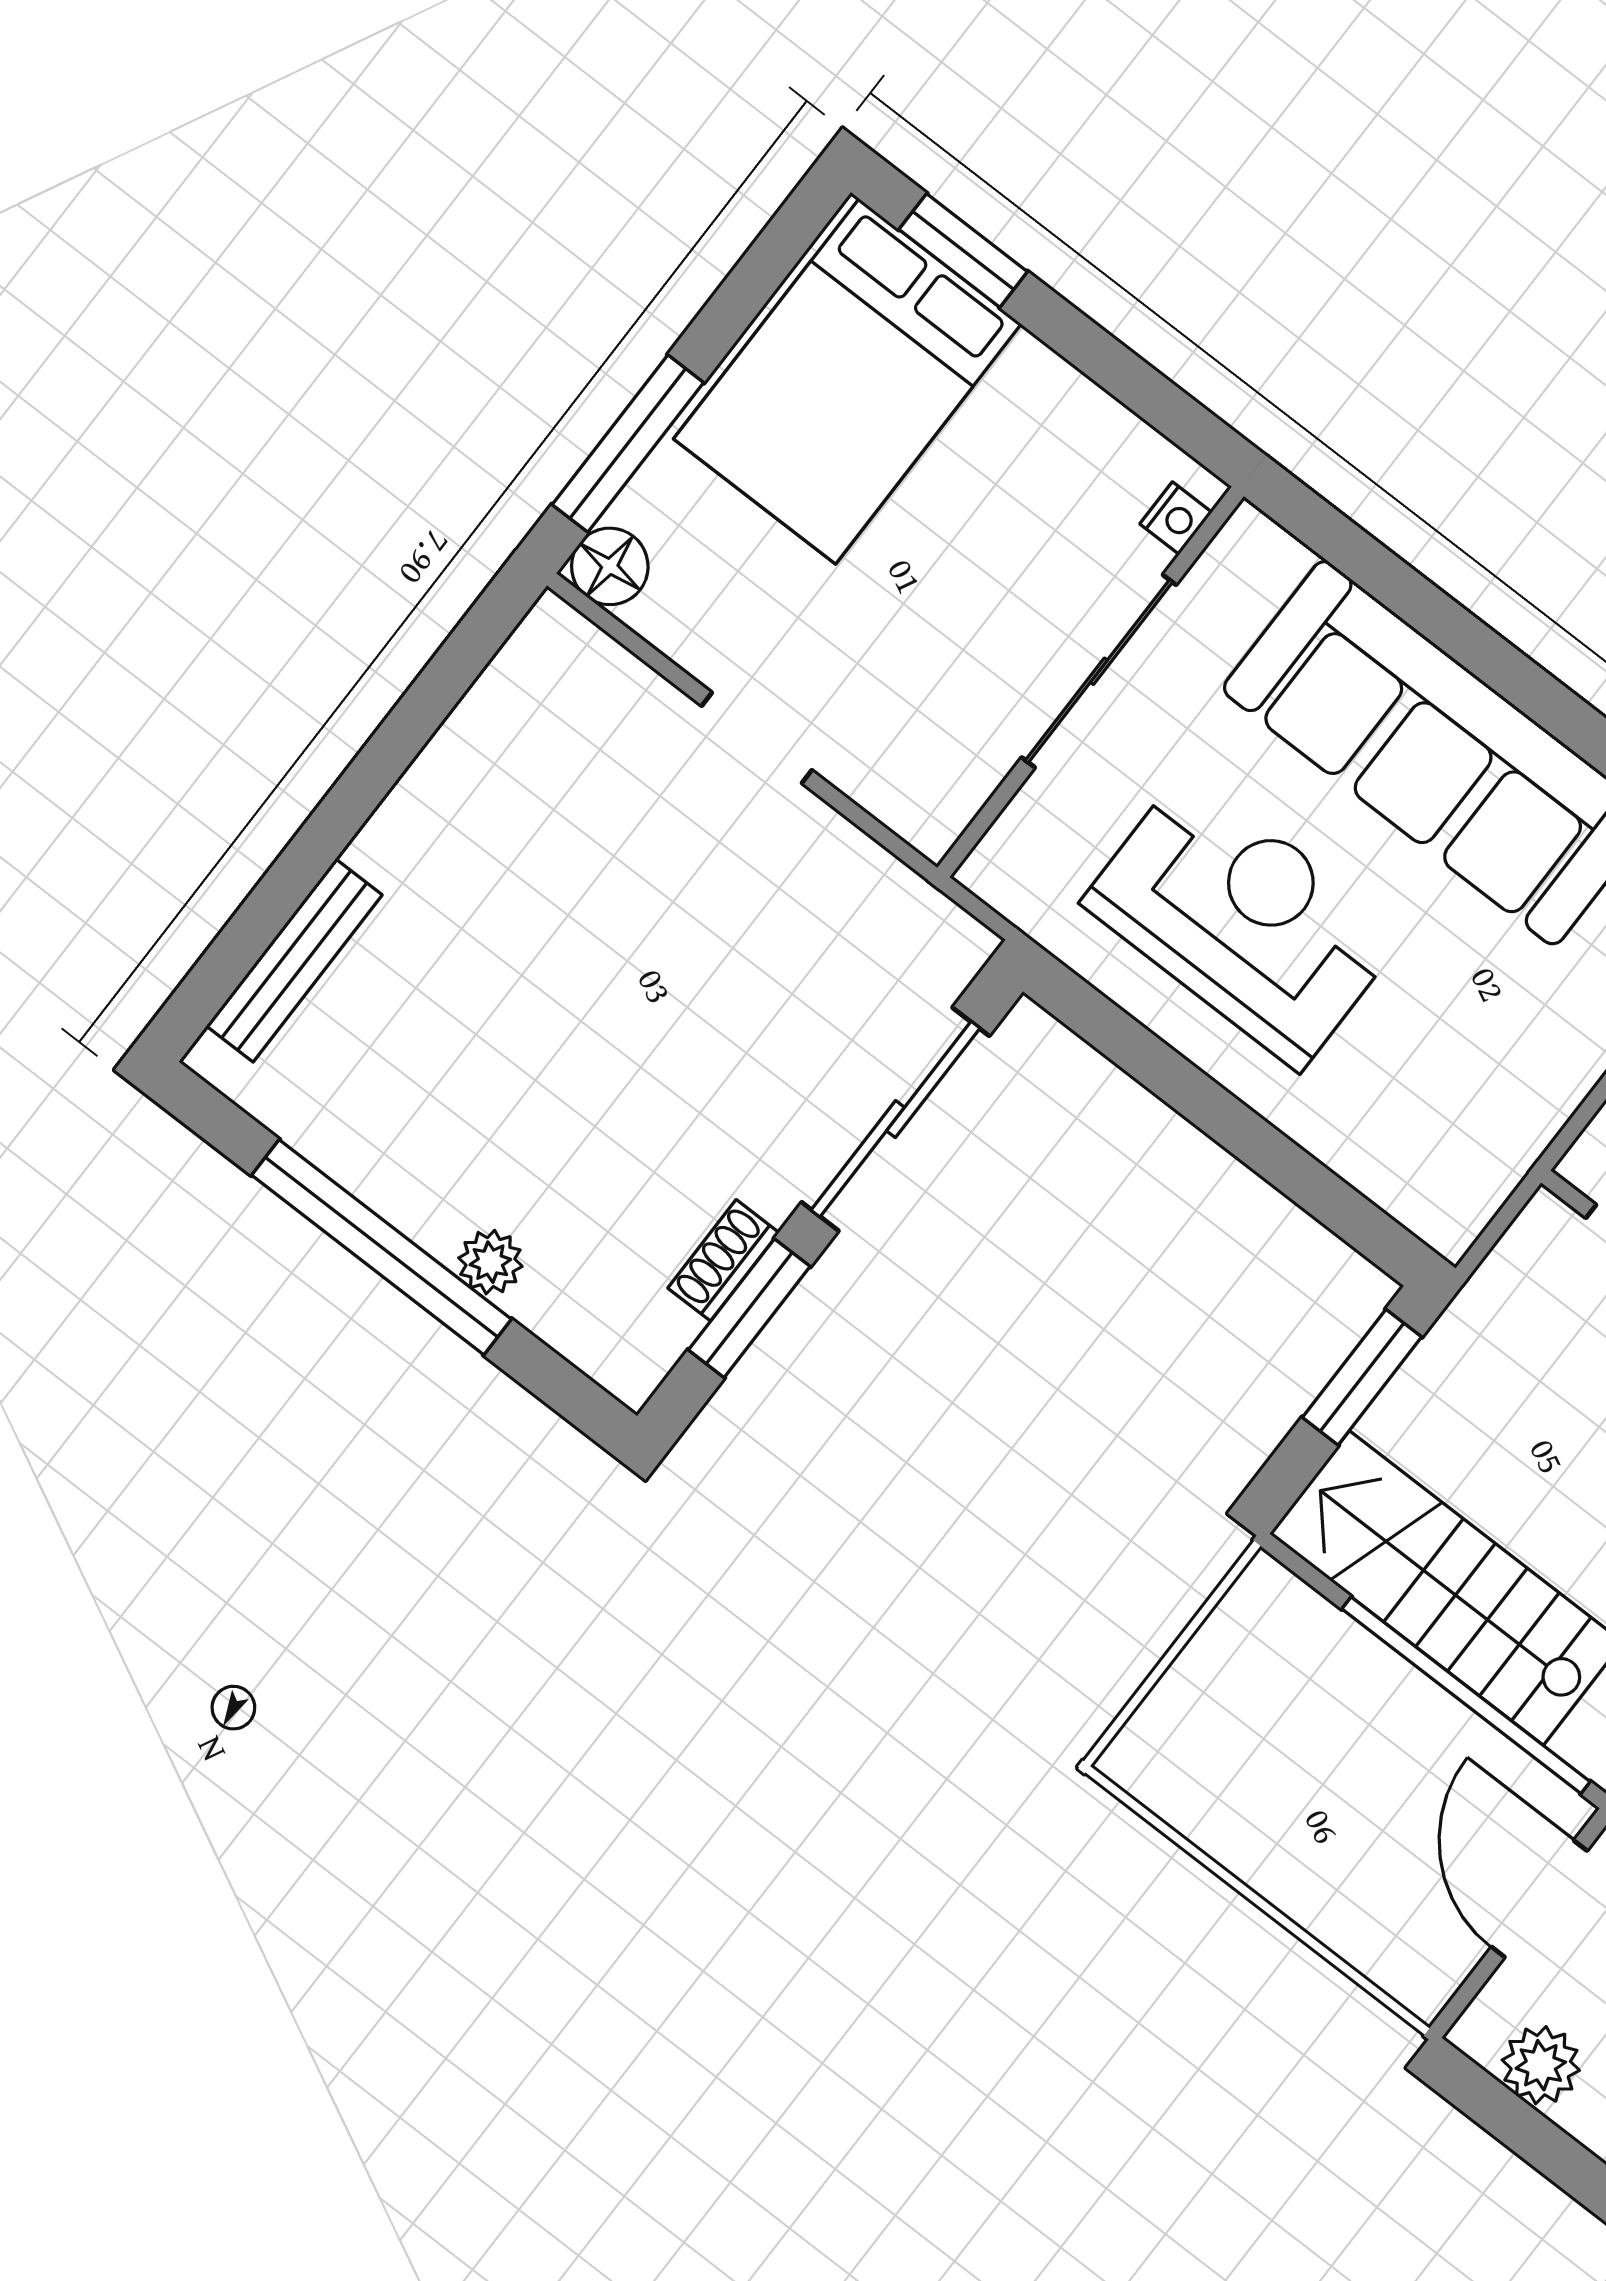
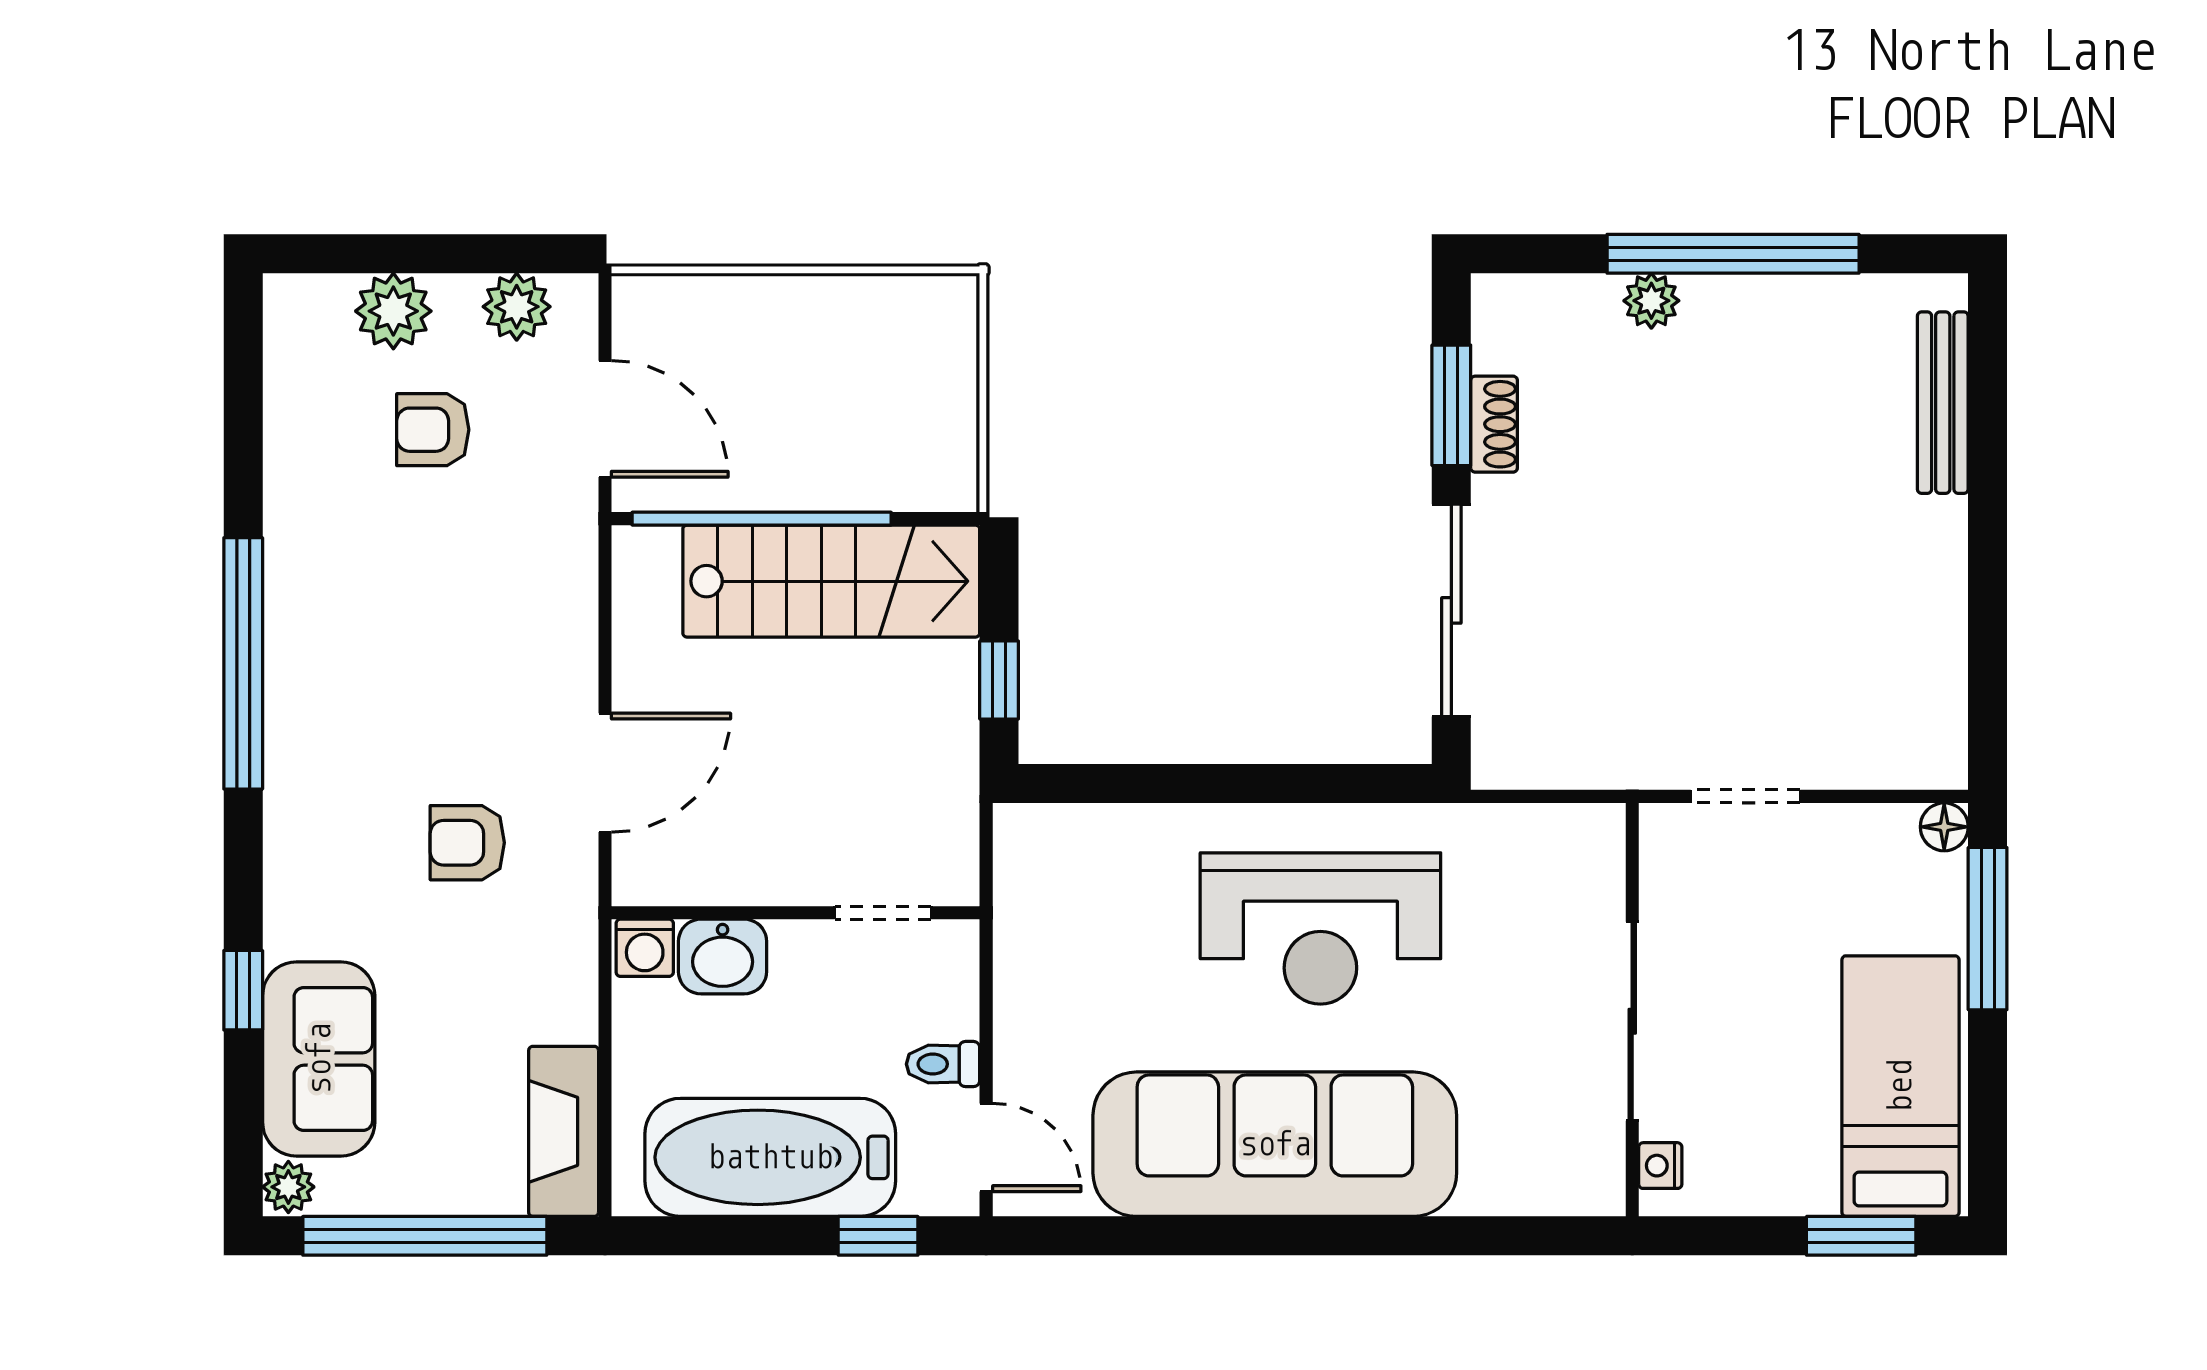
bed: (847, 381) -> (1900, 1086), width x0.67
nightstand: (1176, 518) -> (1660, 1166), moved
floor lamp: (610, 566) -> (1944, 827), width x0.73, depth x0.73
sliding door: (1099, 671) -> (1632, 1021), moved
wall: (1091, 682) -> (1632, 1010), moved
window: (1362, 1377) -> (999, 680), width x0.67

